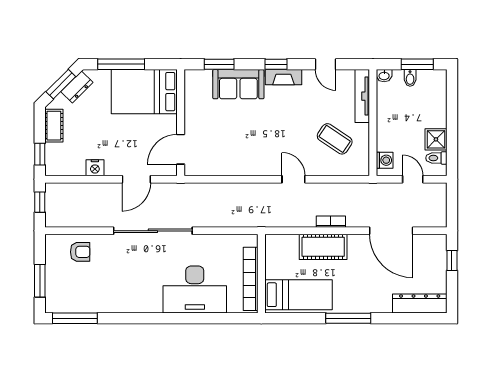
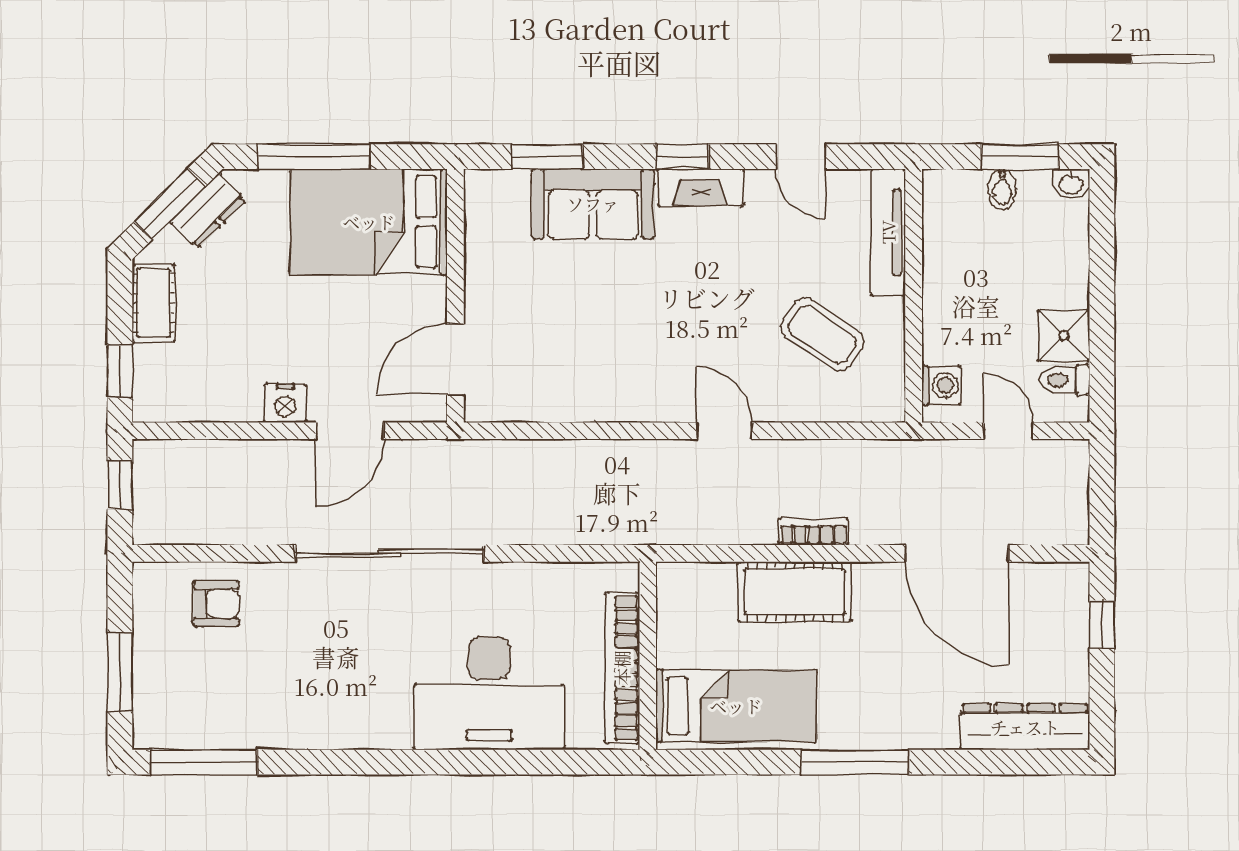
washbasin: (384, 76) -> (1071, 184), moved
nightstand: (95, 168) -> (285, 403), moved

